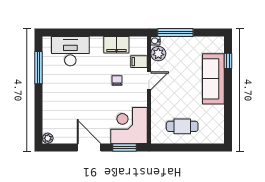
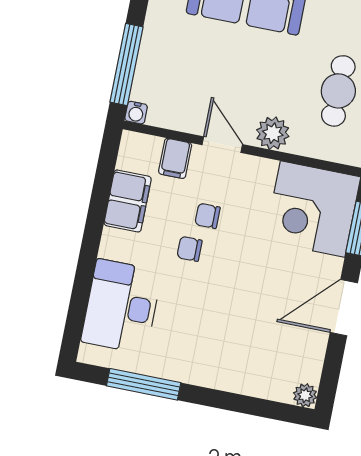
plant: (158, 54) -> (273, 133), moved
chair: (101, 76) -> (190, 249), added

